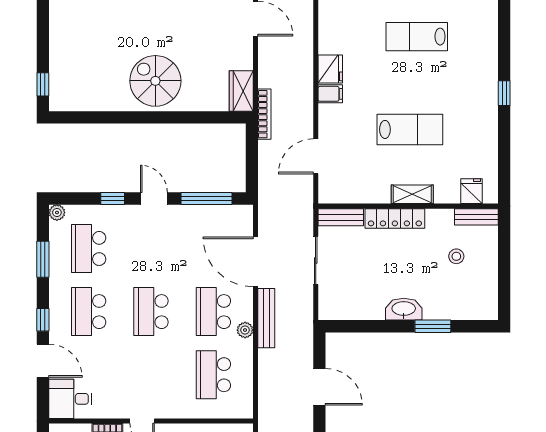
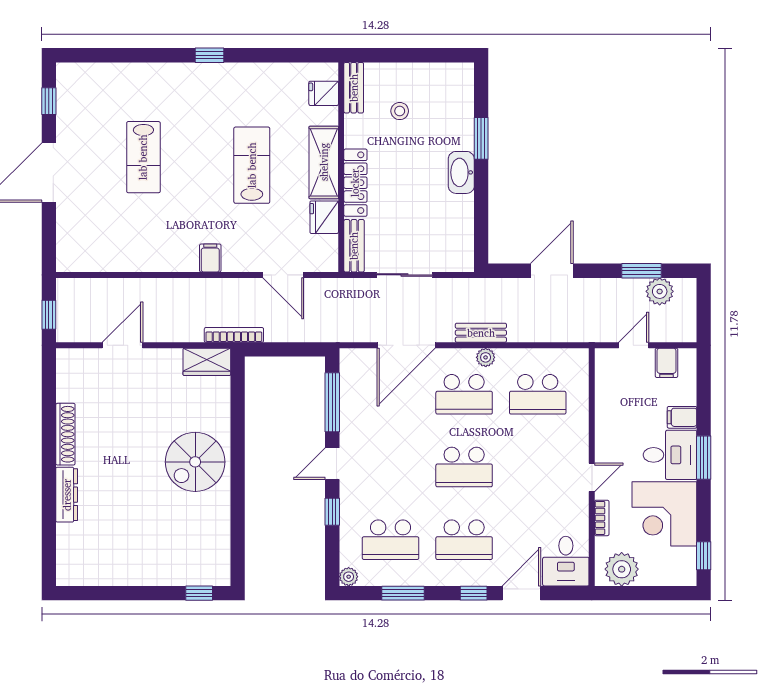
fridge: (330, 69) -> (324, 217), moved, turned -90
shelving: (412, 194) -> (324, 162), width x1.50, depth x1.33
bench: (266, 318) -> (481, 333), width x0.73

